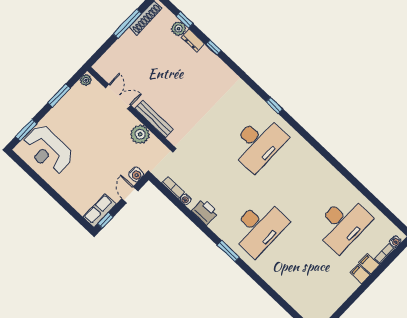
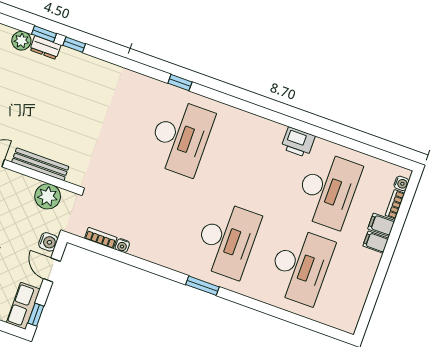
window: (185, 20) -> (44, 34), moved
plant: (140, 134) -> (48, 196), moved
printer: (205, 212) -> (298, 142), moved, turned 180
desk: (301, 268) -> (300, 266), added

